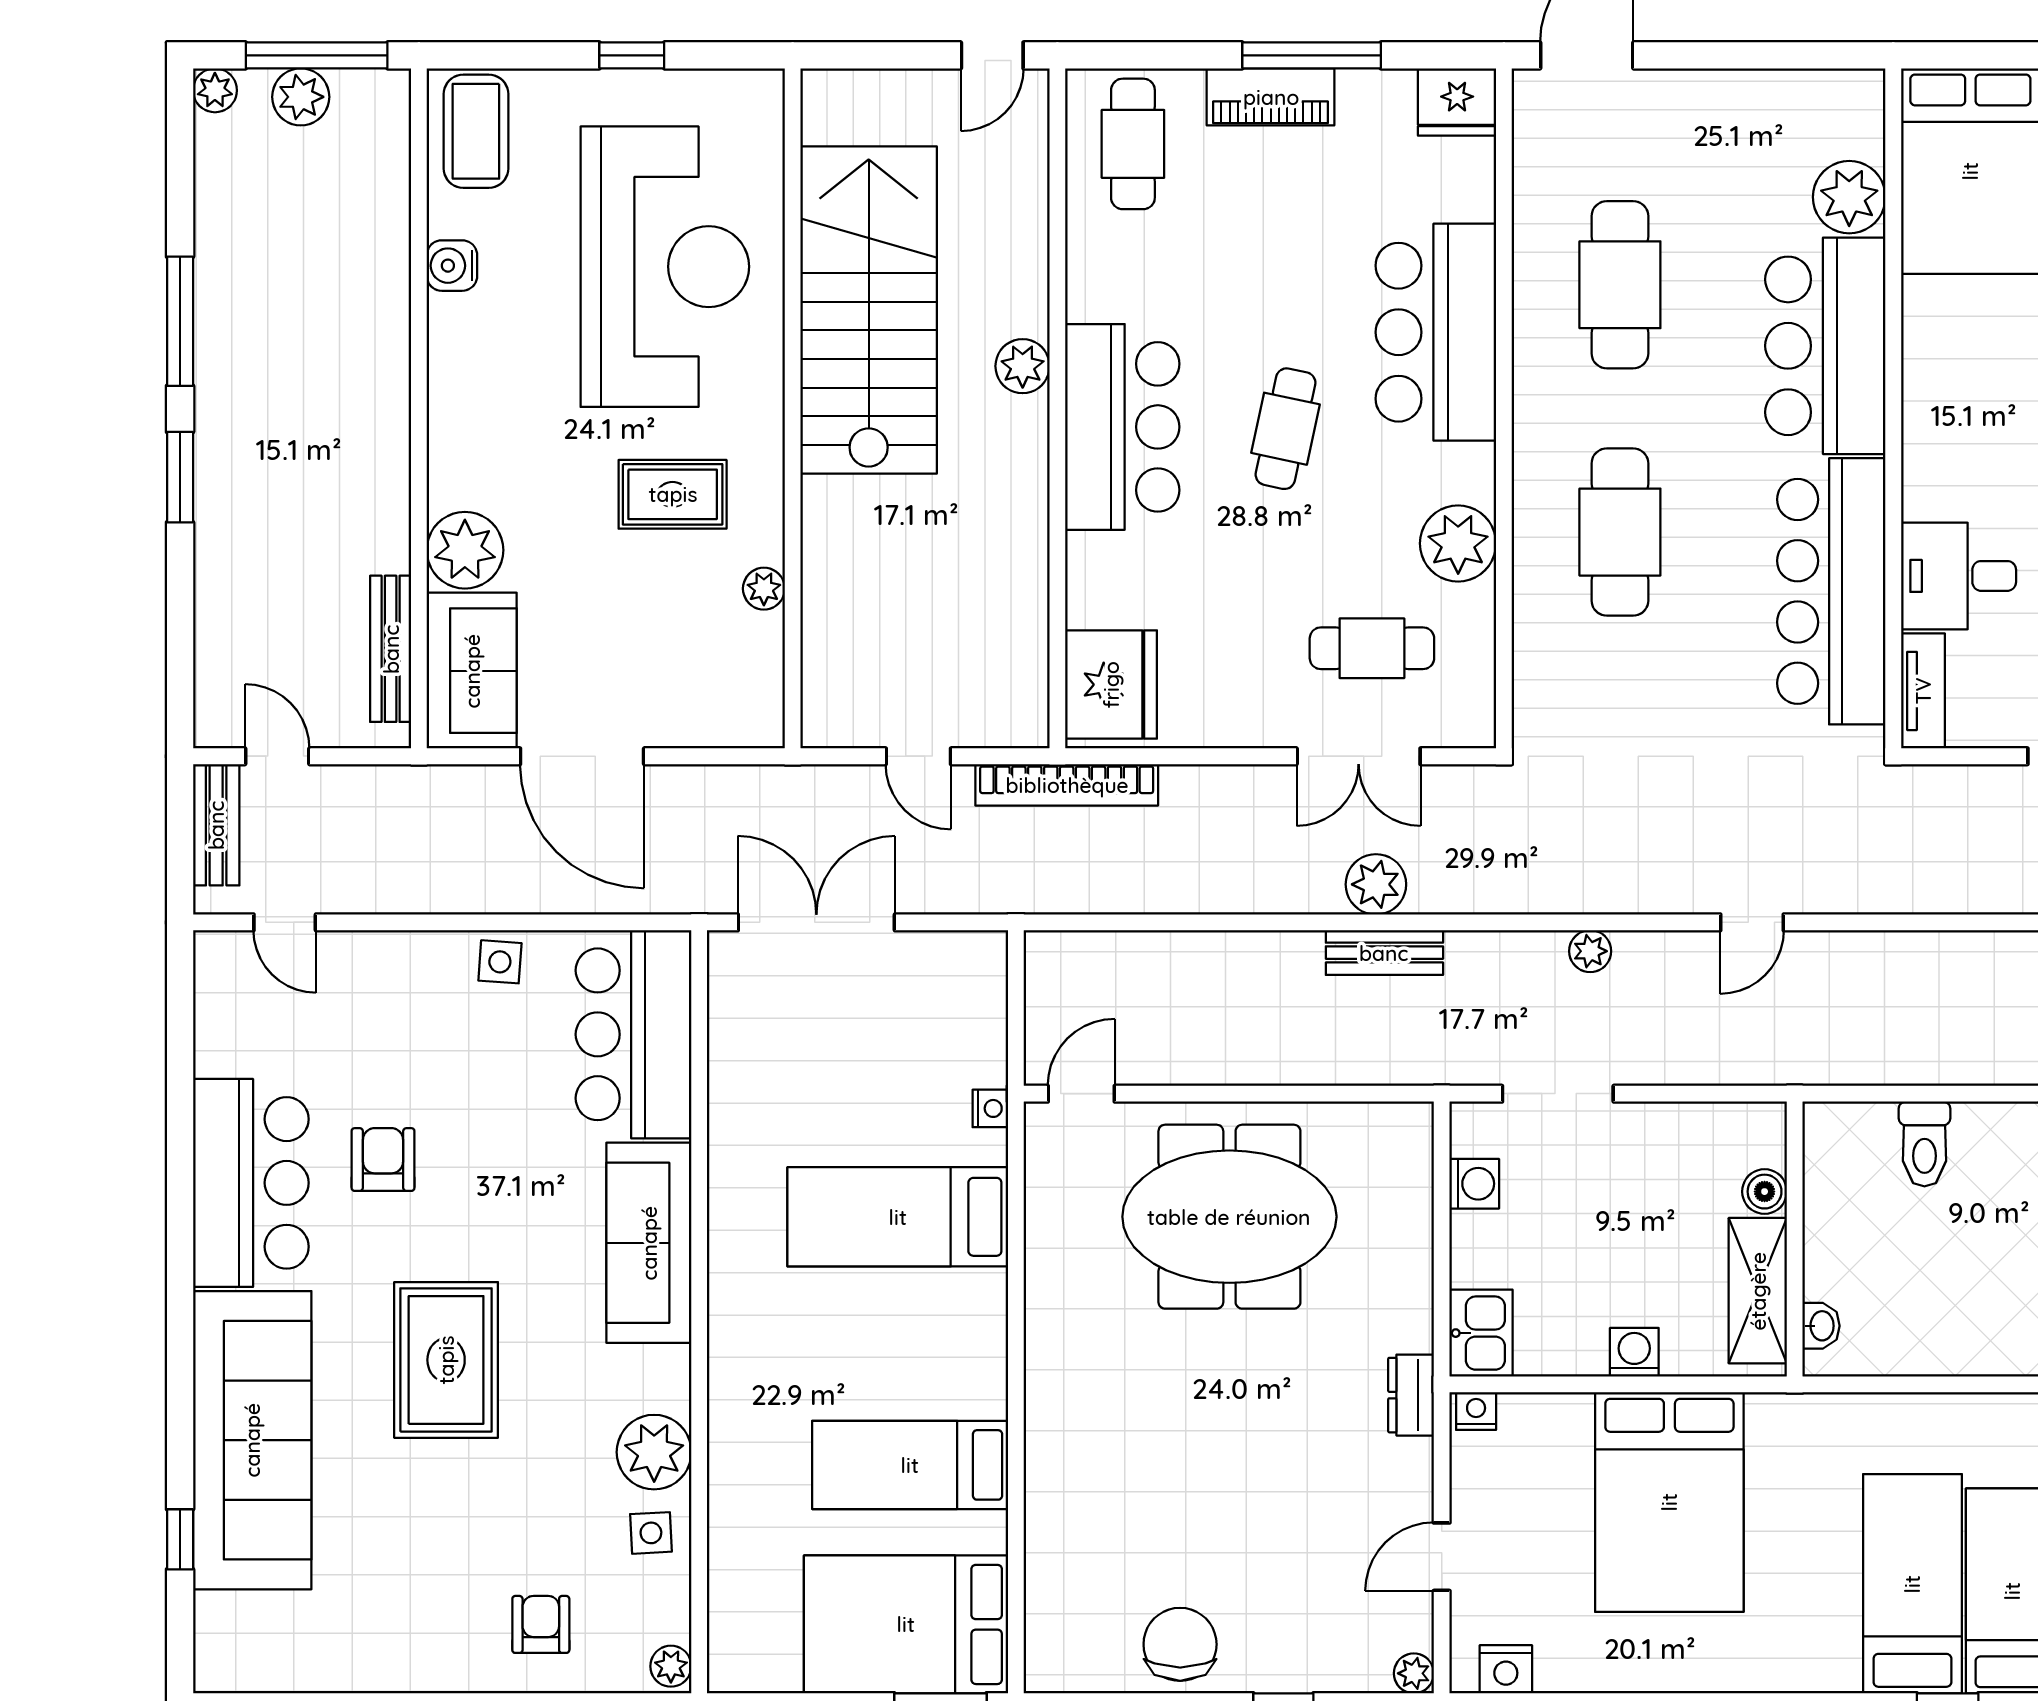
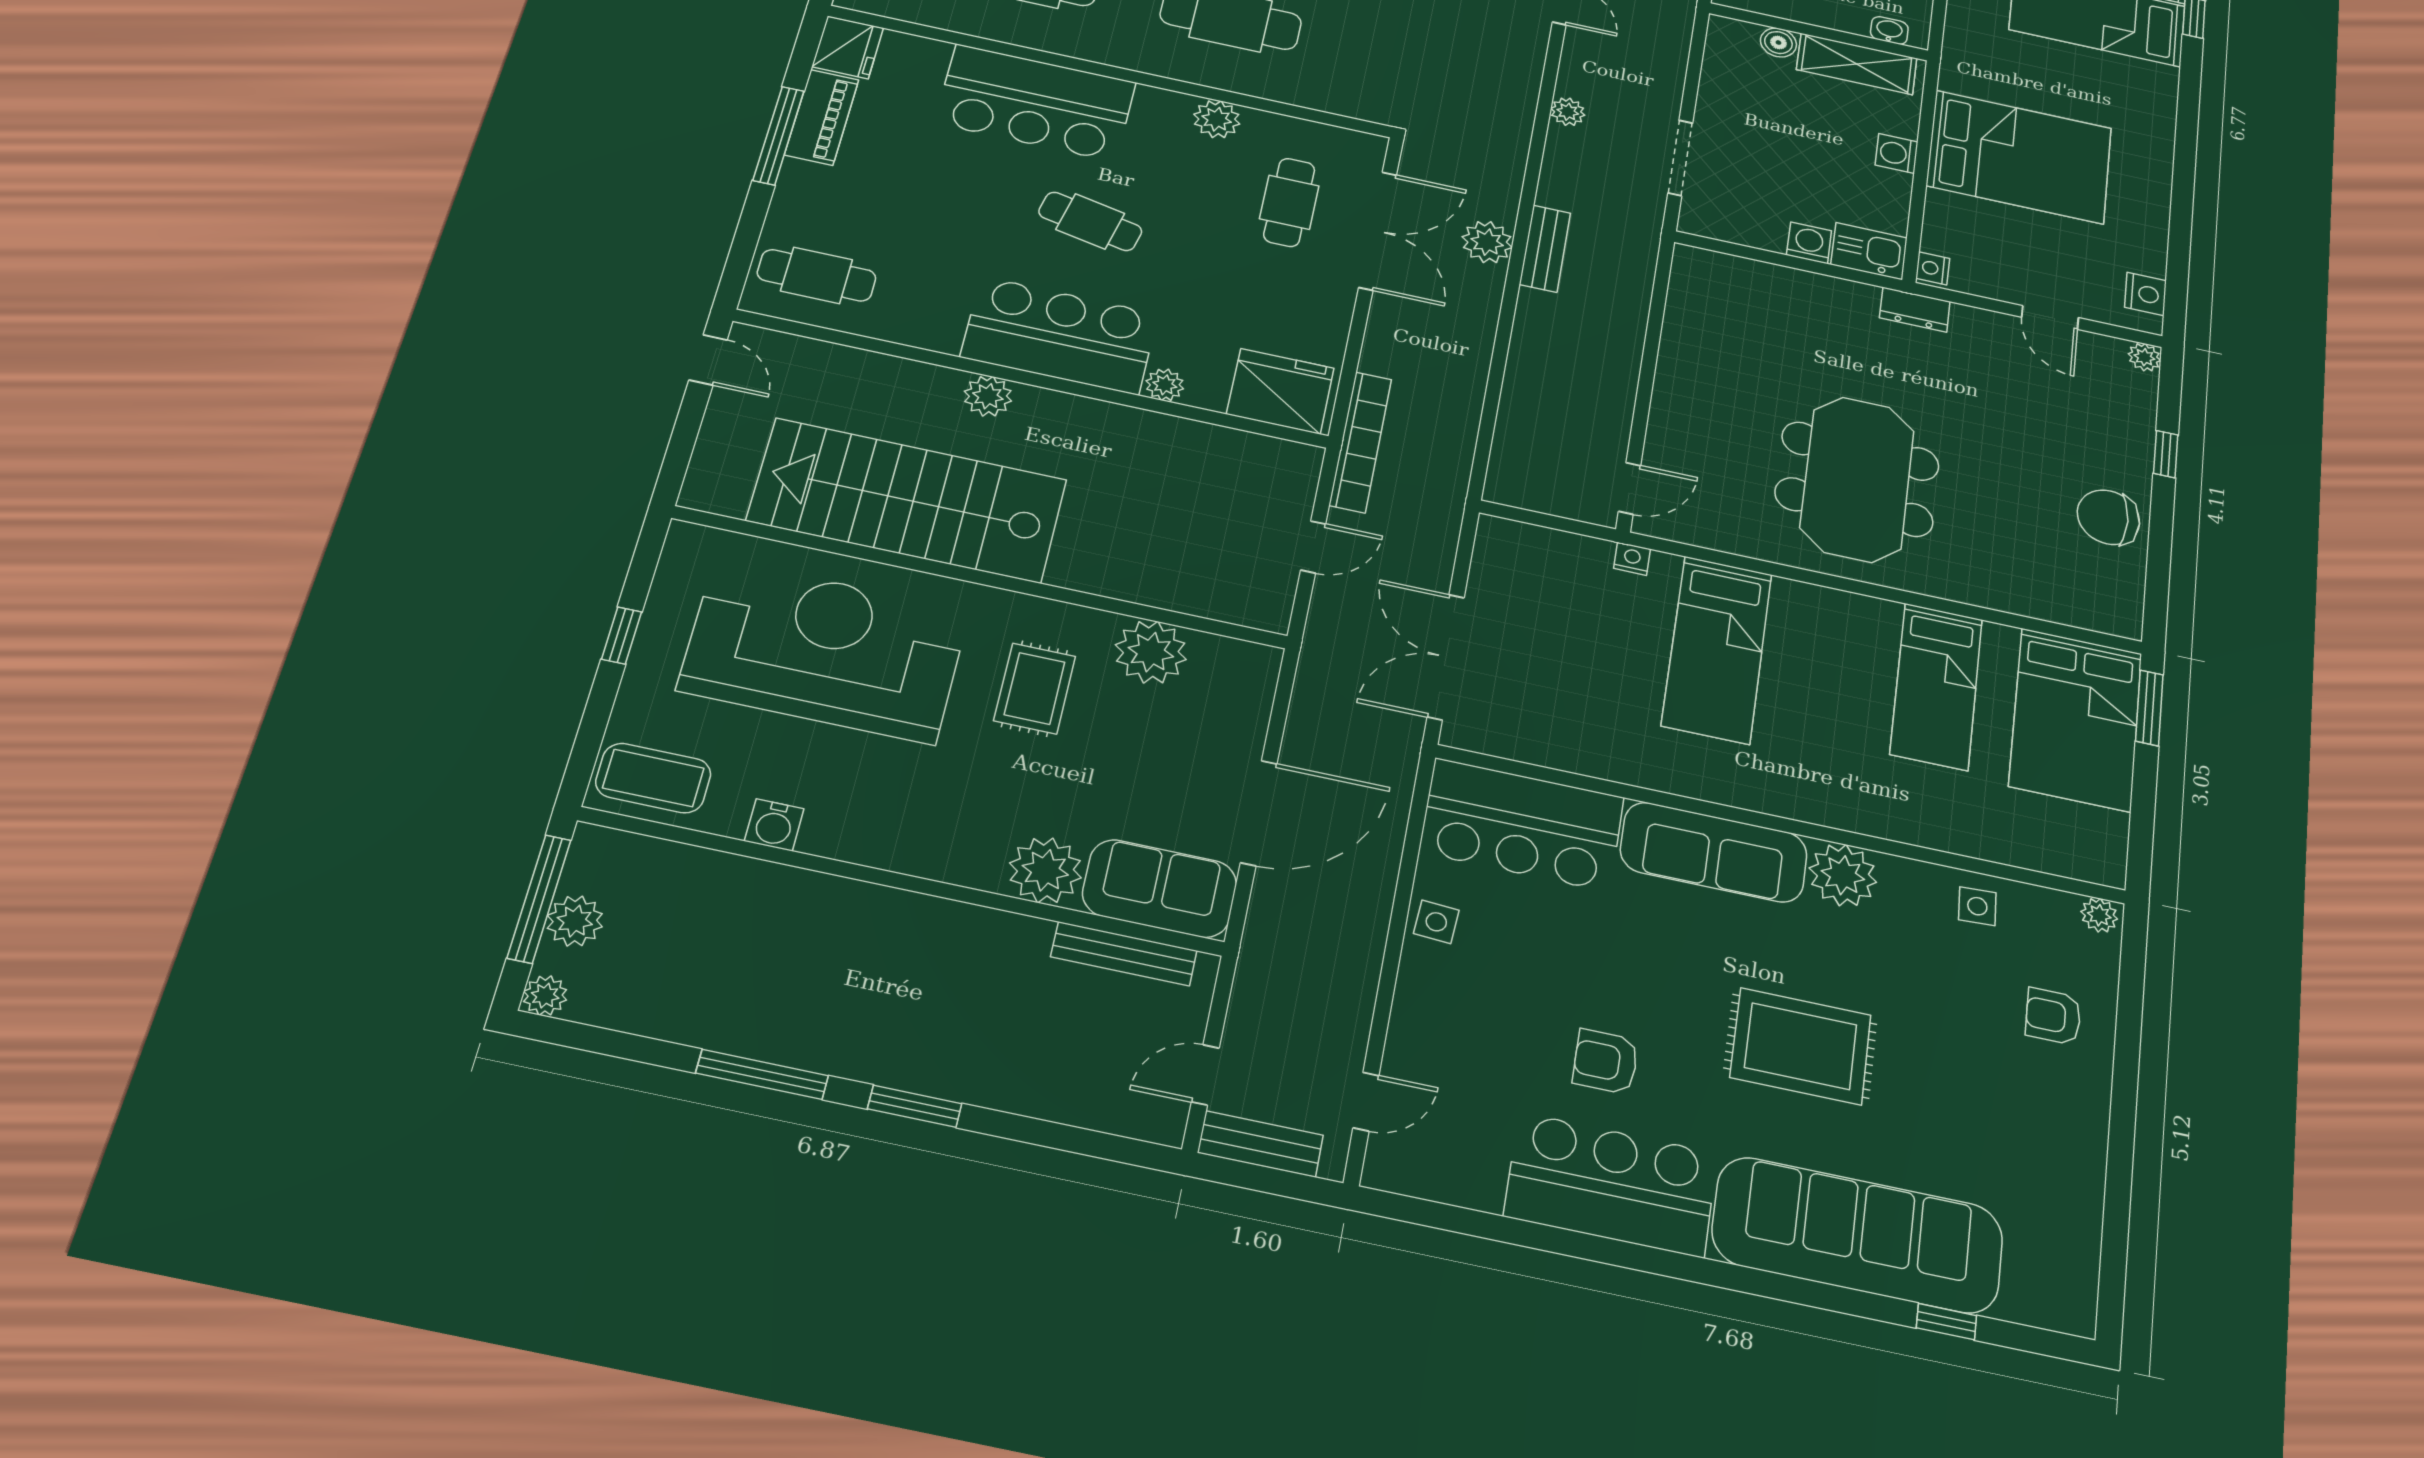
piano: (1271, 97) -> (822, 117), moved
plant: (1458, 543) -> (1217, 119), width x0.73, depth x0.73
plant: (1087, 556) -> (1165, 385), added
plant: (764, 589) -> (1151, 652), width x1.88, depth x1.88
double door: (1359, 756) -> (1378, 231), width x1.37
door: (1081, 1094) -> (1630, 488), swing flipped
washing machine: (1474, 1184) -> (1809, 243), moved
meeting table: (1229, 1217) -> (1857, 479), moved
plant: (654, 1452) -> (1843, 875), moved

